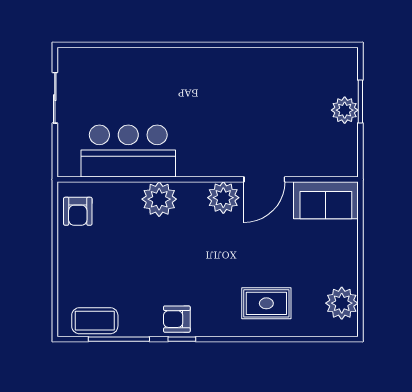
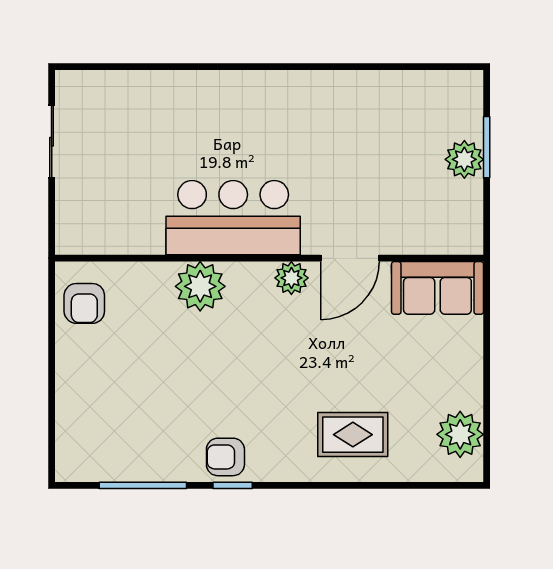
bar counter: (128, 151) -> (233, 218), moved
plant: (223, 198) -> (291, 278), width x0.73, depth x0.73
coffee table: (95, 321) -> (109, 459), removed

